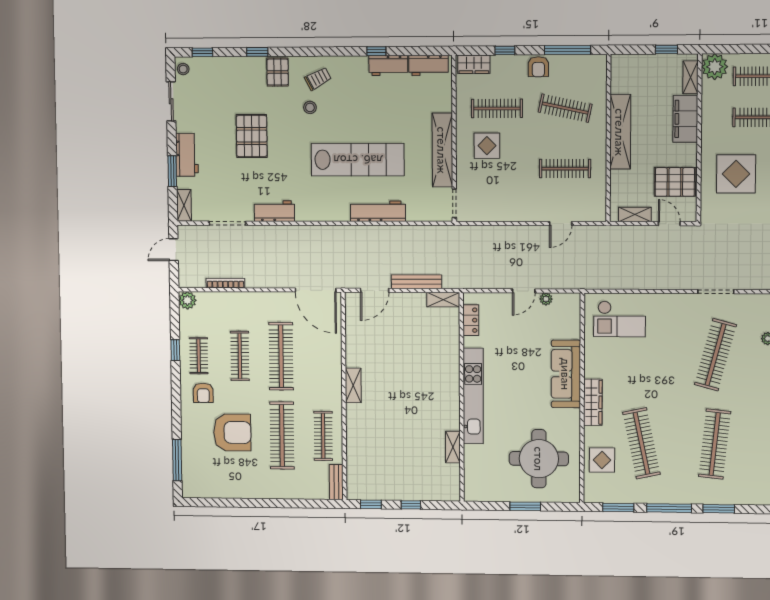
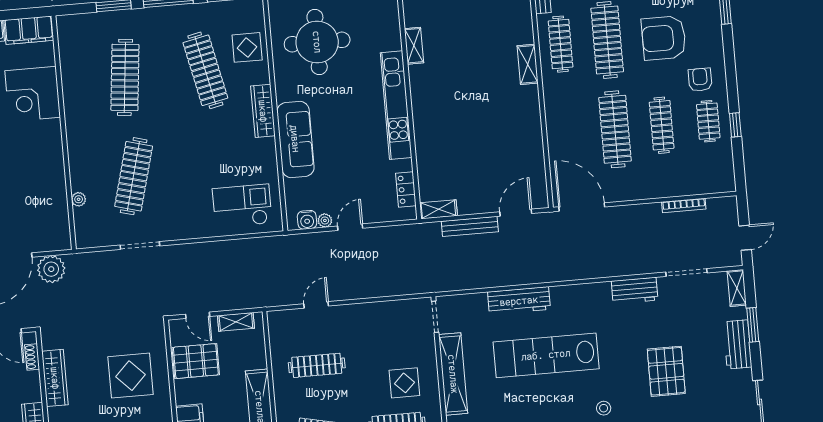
plant: (187, 300) -> (726, 182), removed
water cooler: (562, 301) -> (307, 220), added
shelving: (353, 385) -> (528, 64), moved

